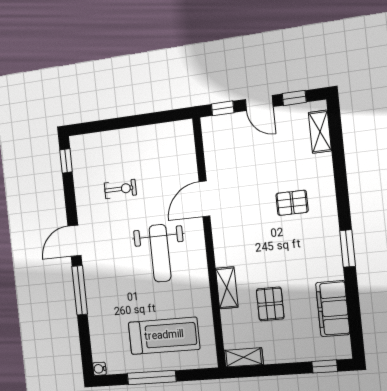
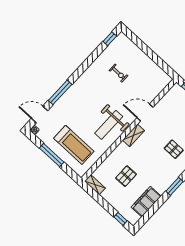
door: (74, 241) -> (40, 115), moved
weight bench: (160, 253) -> (109, 125), moved
shelving: (227, 288) -> (133, 135), moved

